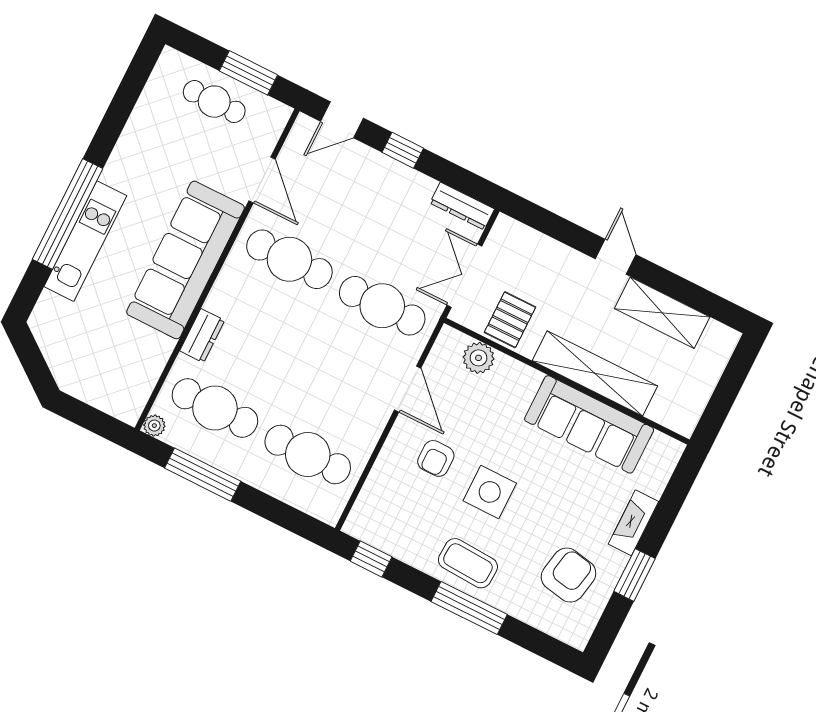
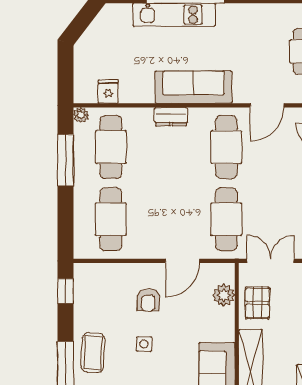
sofa: (185, 260) -> (194, 87), width x0.74, depth x0.79
pallet: (510, 320) -> (257, 303), turned 90
dresser: (202, 336) -> (171, 117), moved
fridge: (142, 375) -> (108, 91), added
armchair: (436, 458) -> (148, 300), turned -90
side table: (490, 492) -> (144, 344), width x0.54, depth x0.54

